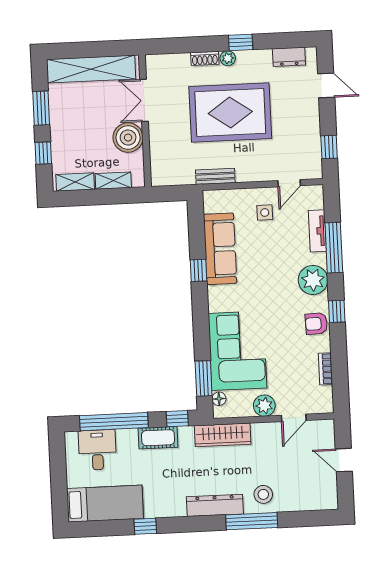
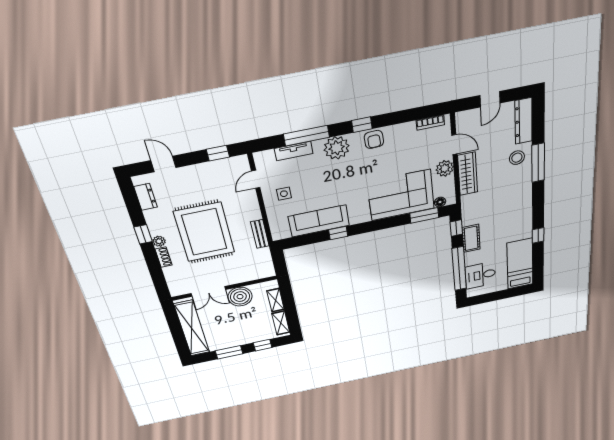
door: (326, 85) -> (163, 164), hinge flipped
door: (289, 183) -> (256, 179), swing flipped
bookcase: (326, 369) -> (430, 123), moved
wardrobe: (223, 435) -> (468, 174), moved
dresser: (215, 505) -> (524, 121), moved

